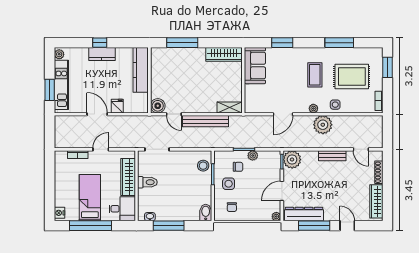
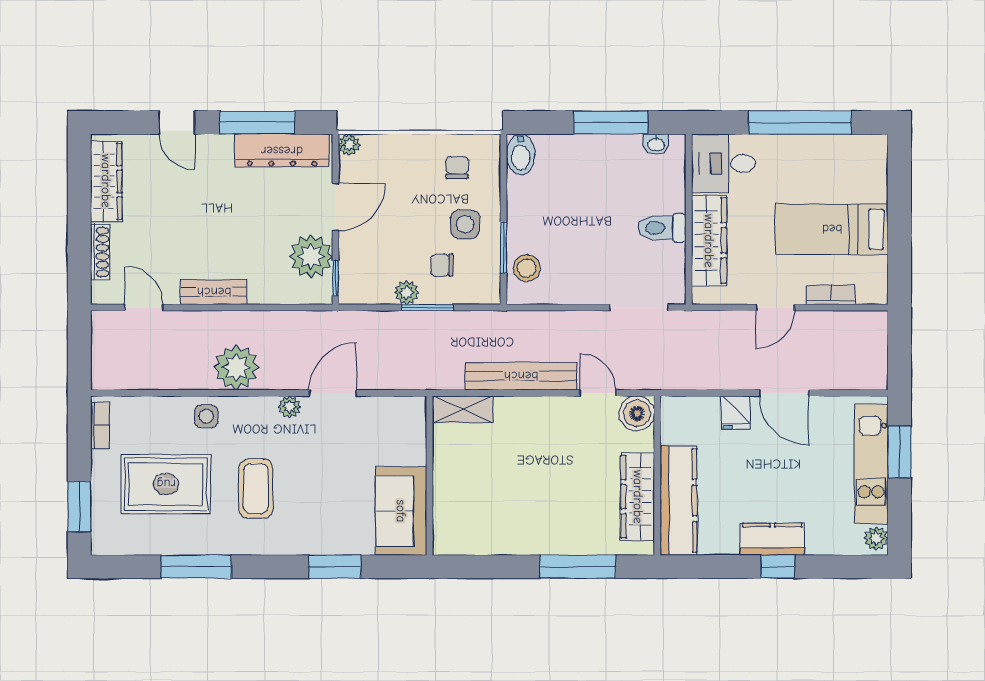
wardrobe: (224, 54) -> (638, 497), moved, turned -90
plant: (313, 108) -> (290, 407), moved
plant: (292, 160) -> (311, 256), moved
bed: (90, 198) -> (832, 229), moved, turned 90
nightstand: (59, 213) -> (875, 154), removed

